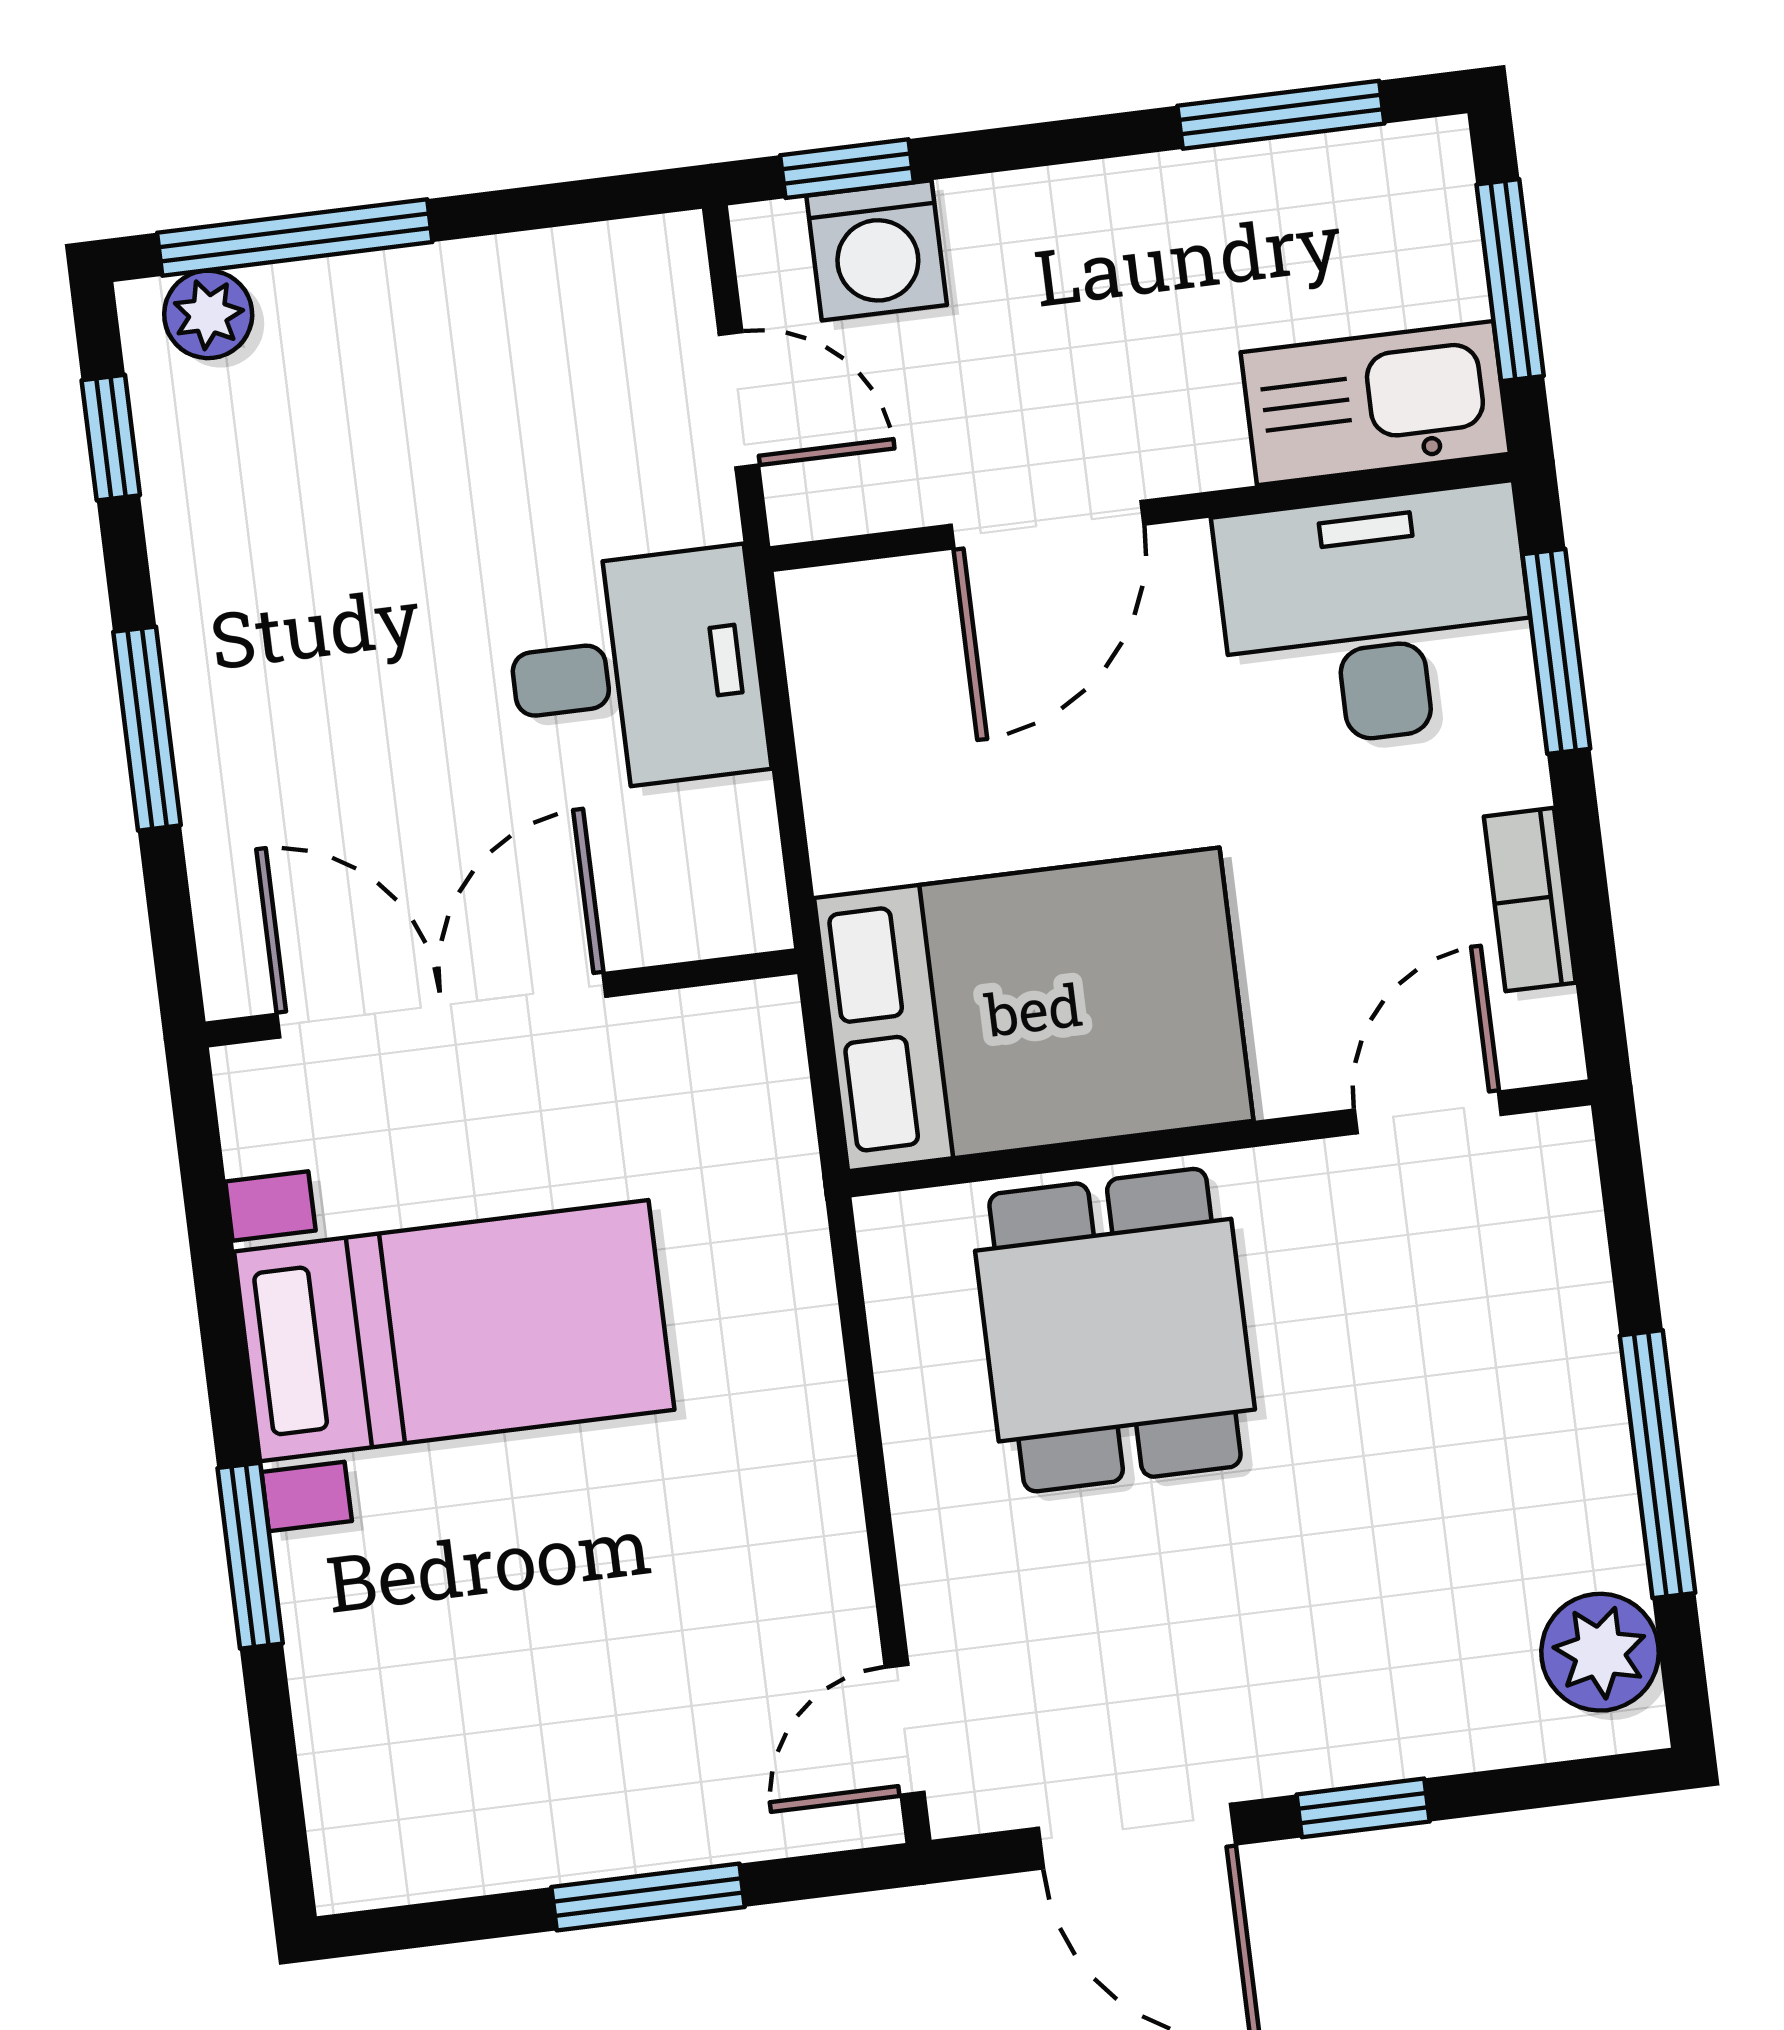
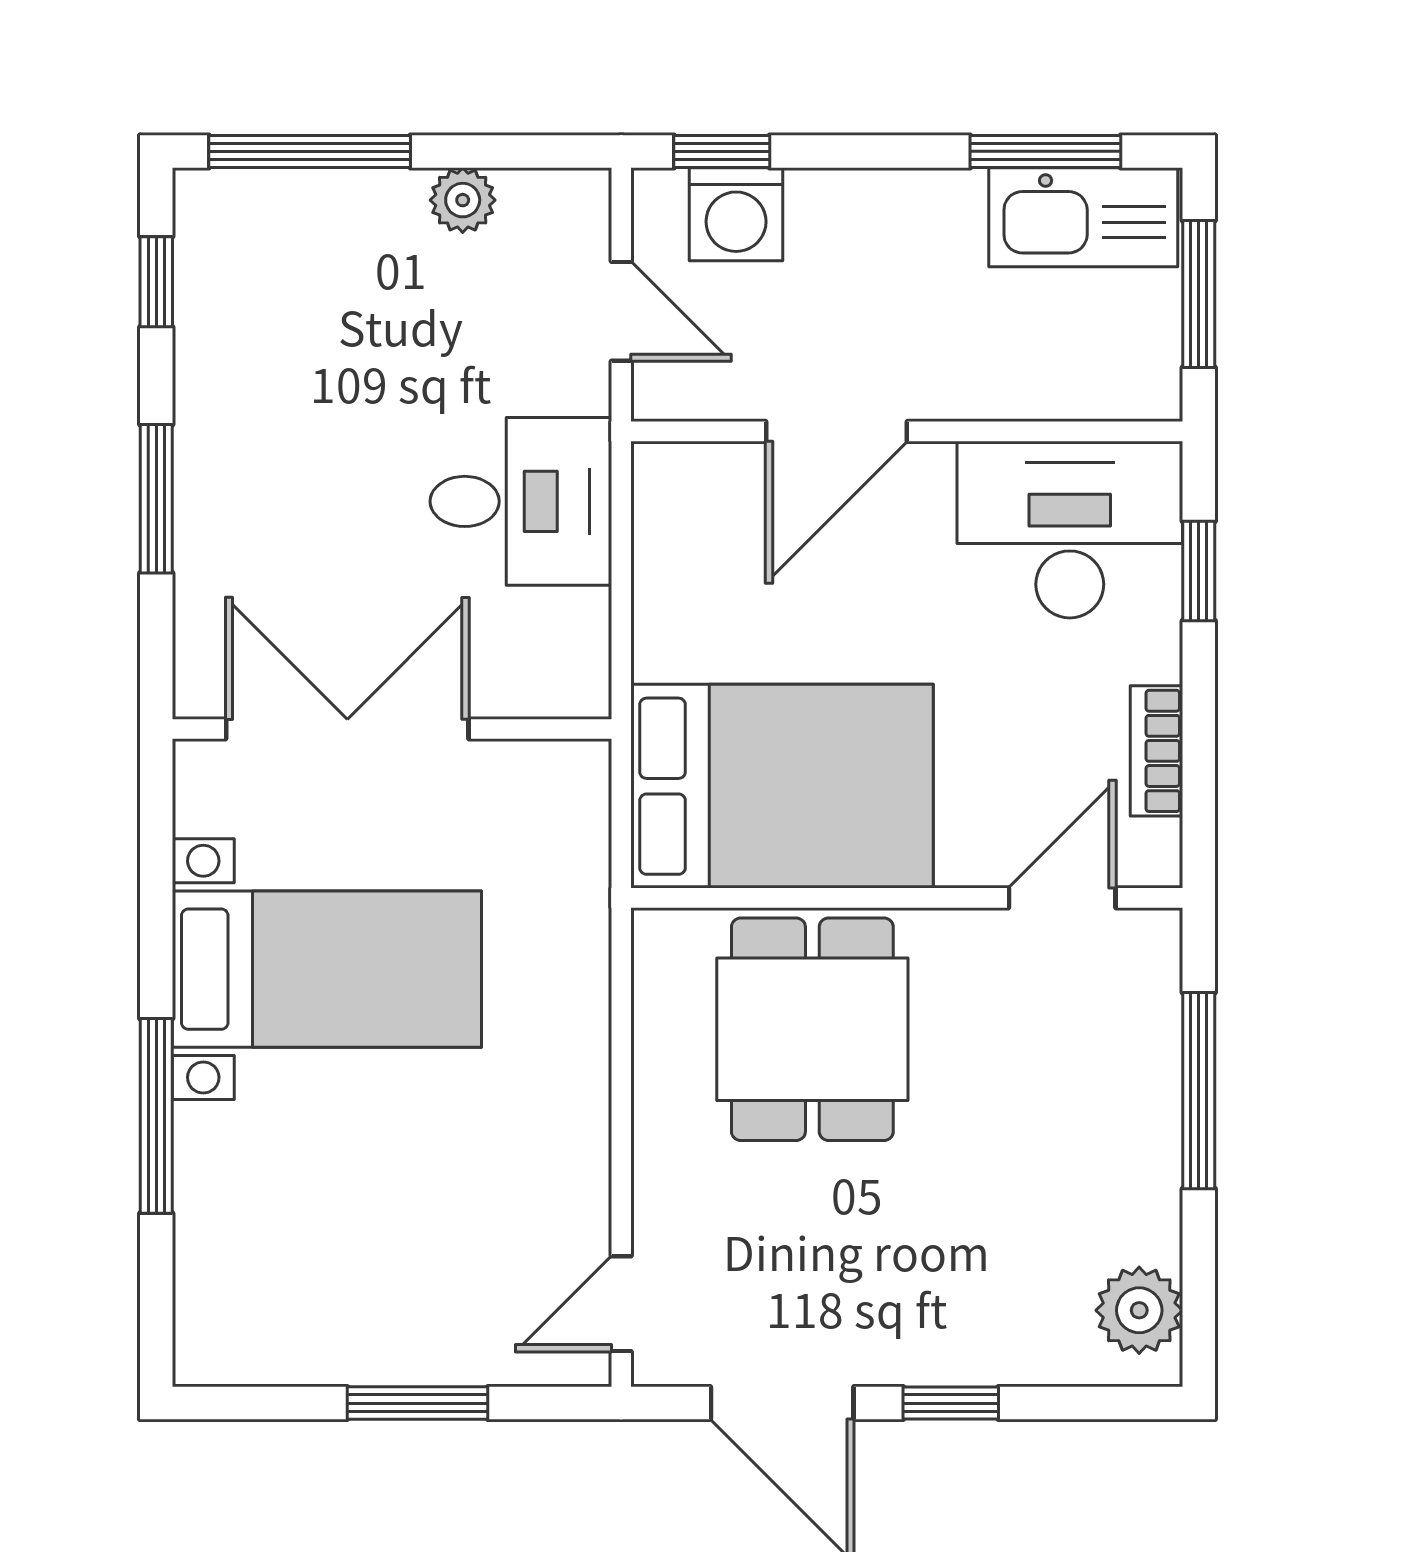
plant: (208, 314) -> (463, 200), moved
kitchen sink: (1375, 403) -> (1083, 217), moved, turned 180
window: (1556, 651) -> (1199, 571), width x0.67
window: (1658, 1464) -> (1199, 1091), moved
window: (250, 1556) -> (156, 1116), width x1.44

